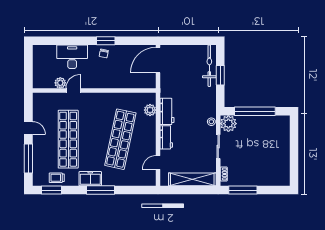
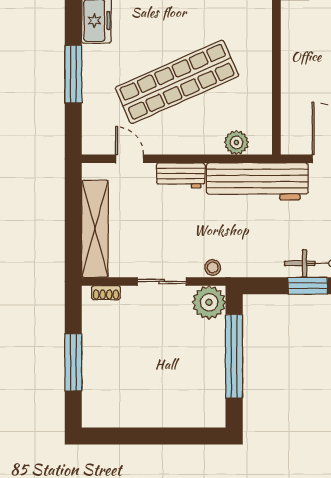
workbench: (167, 111) -> (257, 181), width x1.87, depth x1.32
shop shelf: (120, 139) -> (177, 82), turned -36
window: (101, 190) -> (73, 74), moved
window: (243, 190) -> (73, 362), moved

